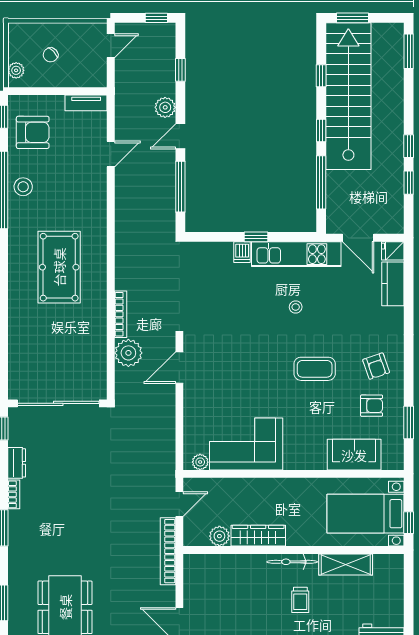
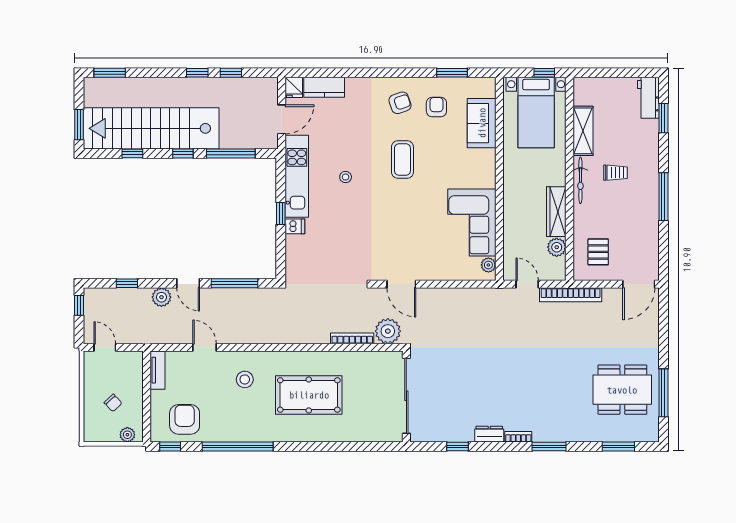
stool: (23, 187) -> (245, 379), moved
wall: (57, 403) -> (406, 397), moved
sliding door: (58, 403) -> (406, 396), moved
pallet: (214, 581) -> (598, 252), added

